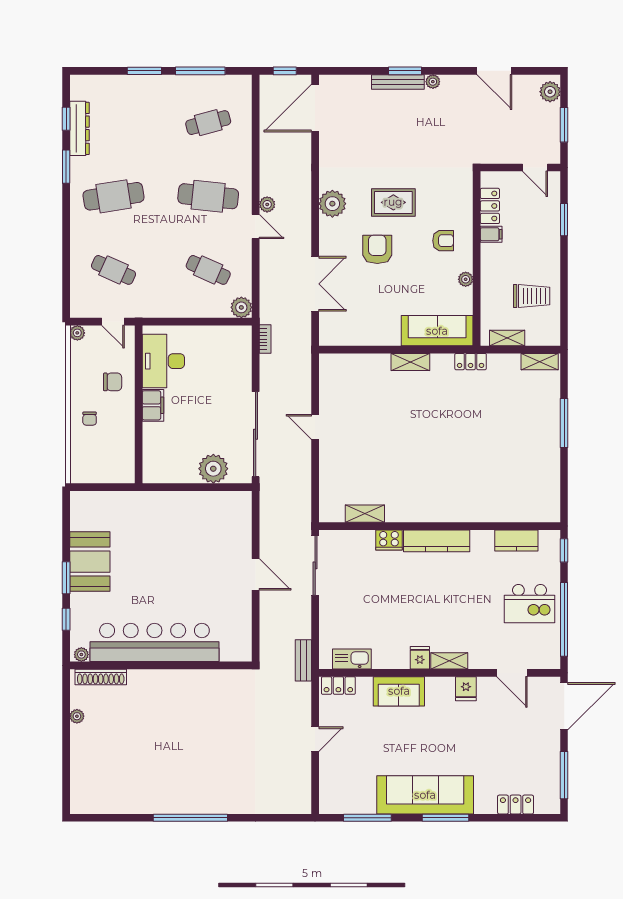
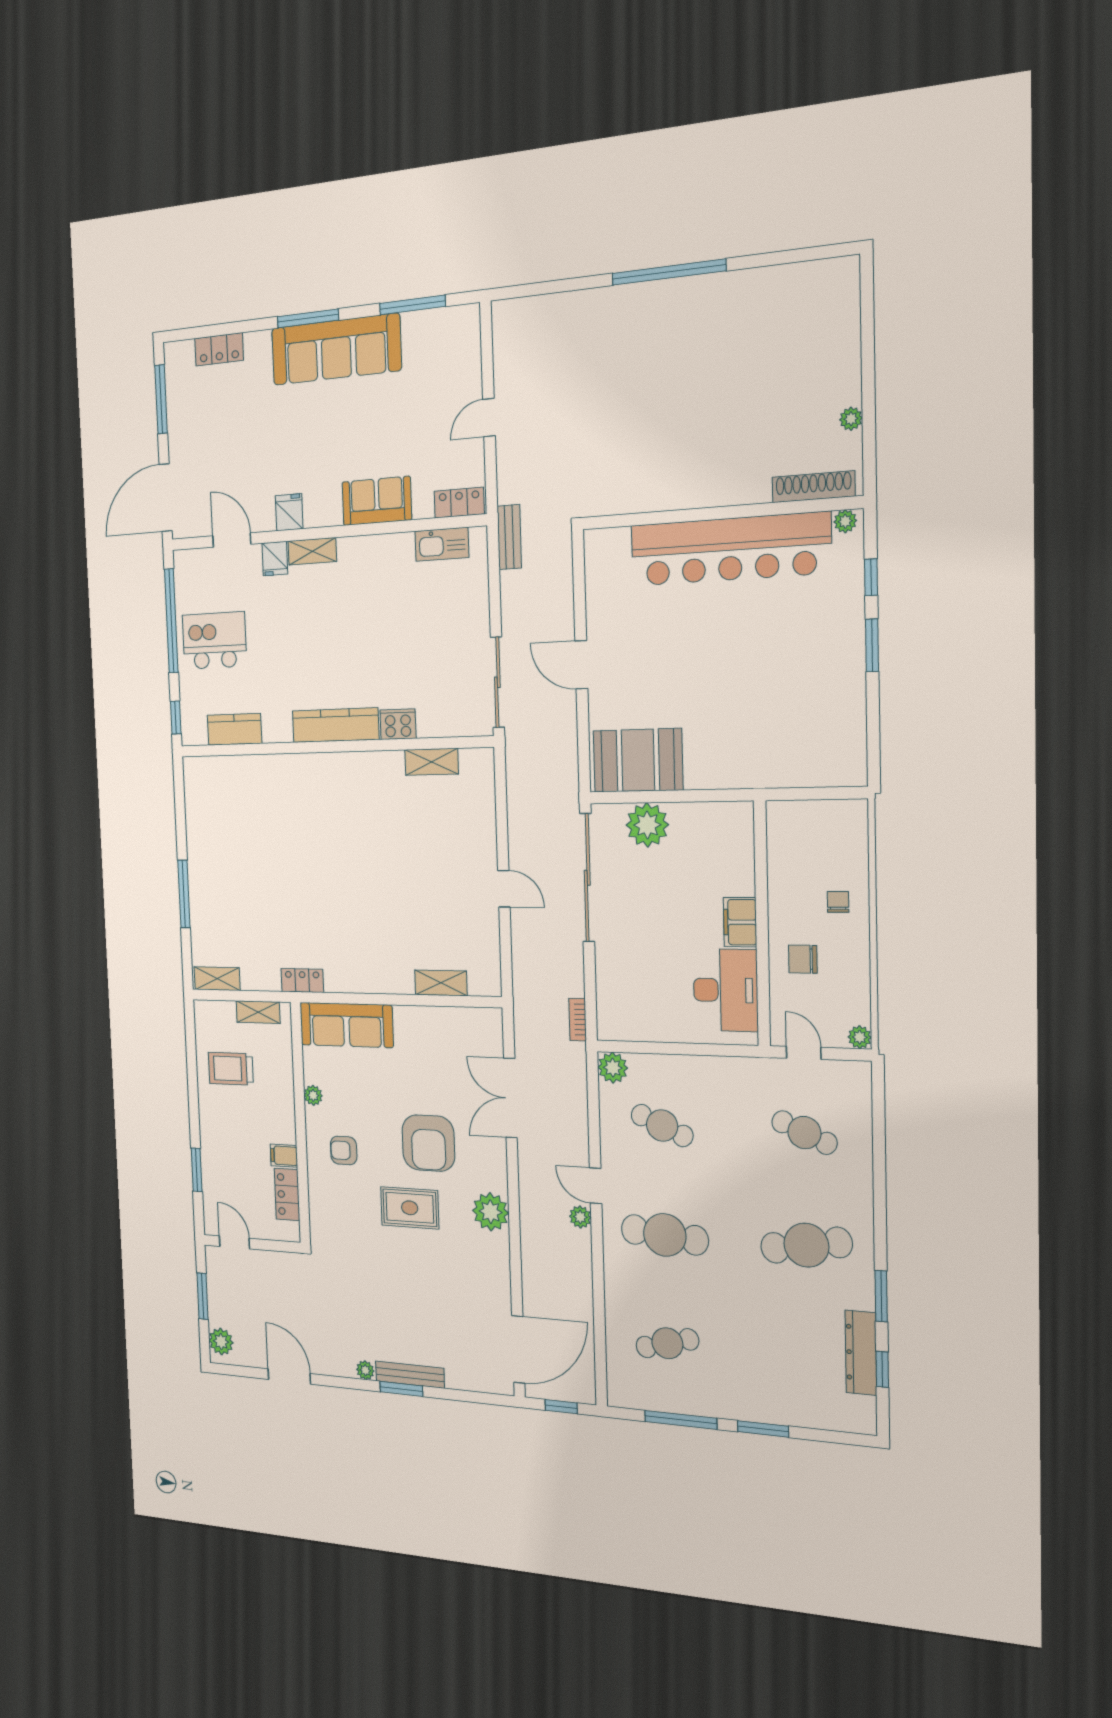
armchair: (377, 249) -> (428, 1143), width x1.36, depth x1.36
shelving: (410, 362) -> (441, 983), moved
booth: (90, 562) -> (638, 760), moved, turned 90
fridge: (420, 658) -> (275, 559), moved

